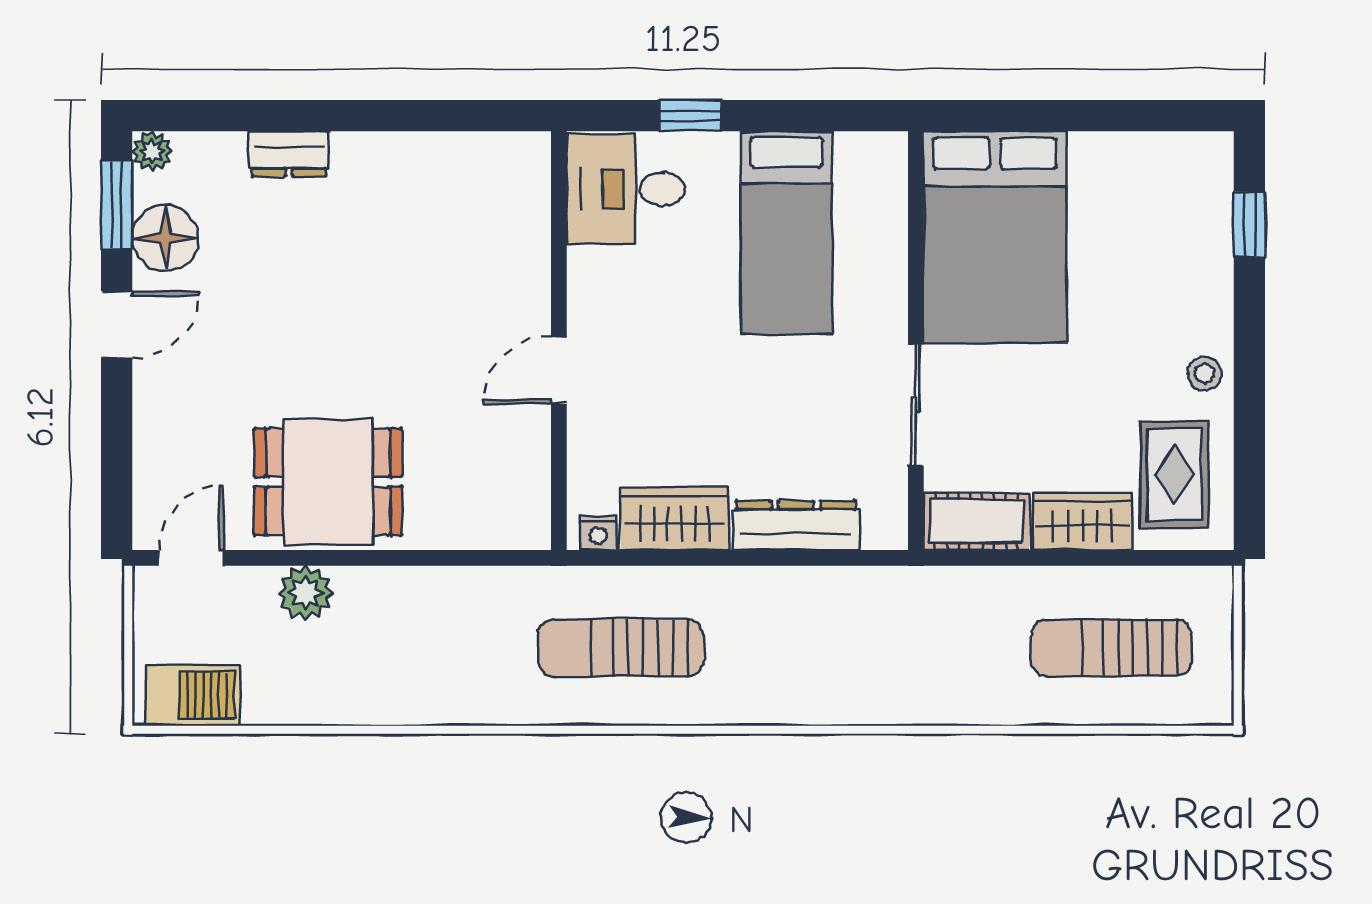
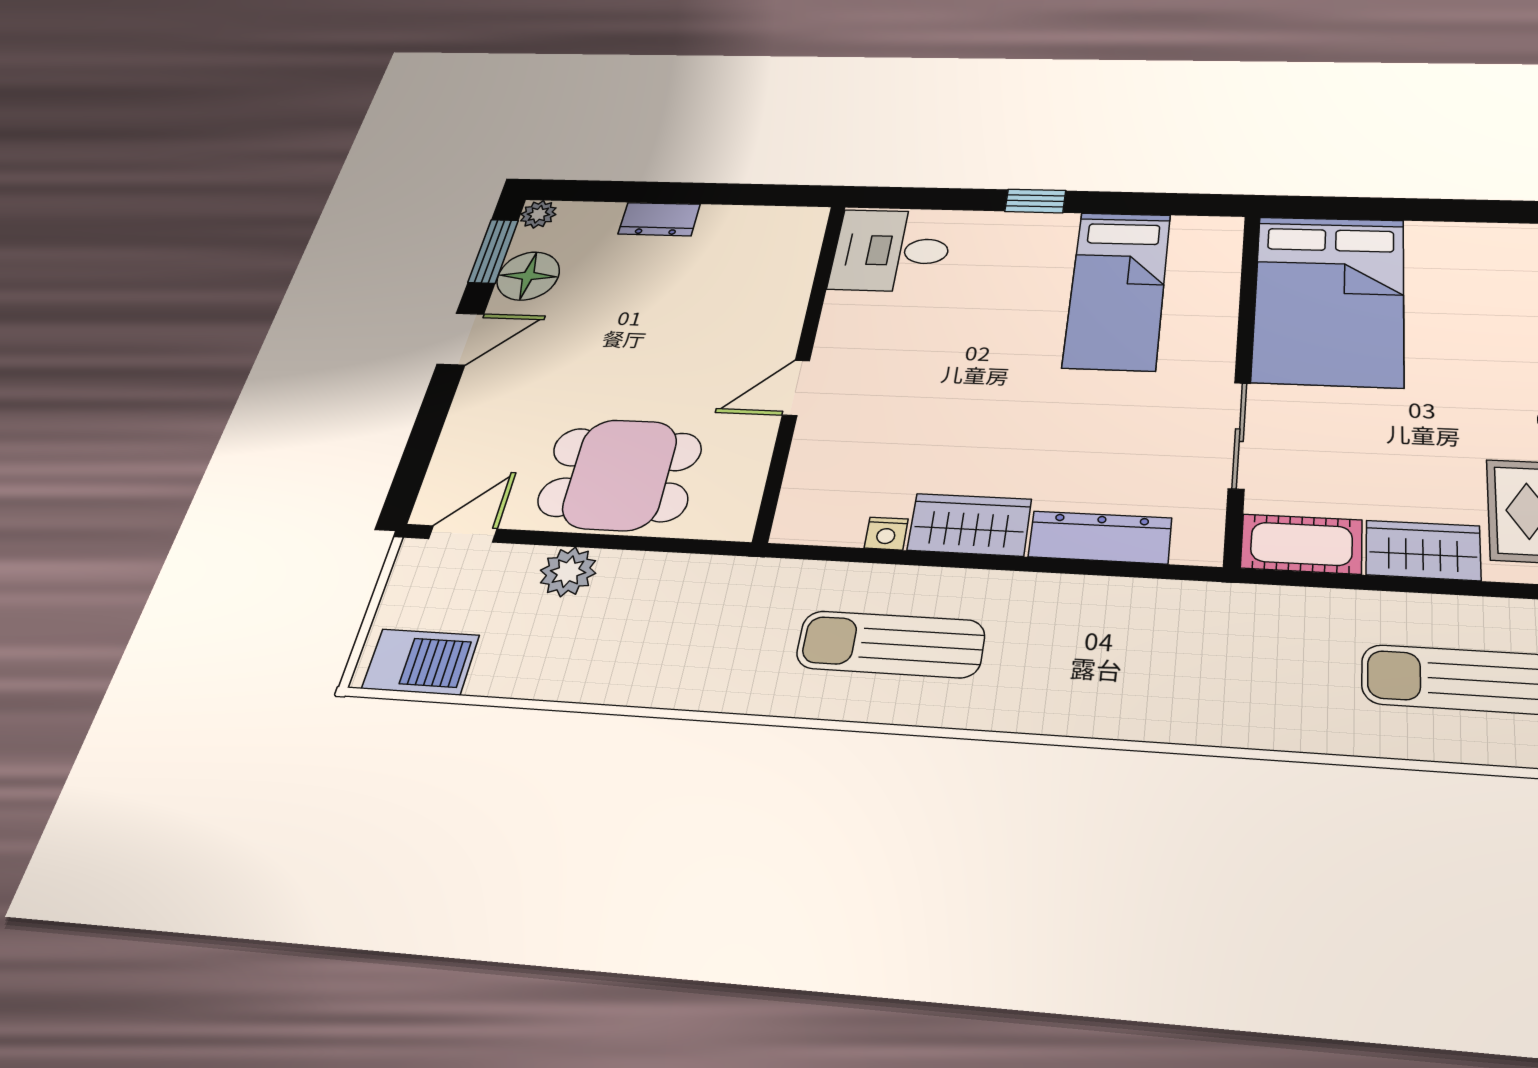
desk: (626, 189) -> (891, 250), moved
wall: (559, 341) -> (802, 364), moved
door: (559, 370) -> (796, 388), moved

